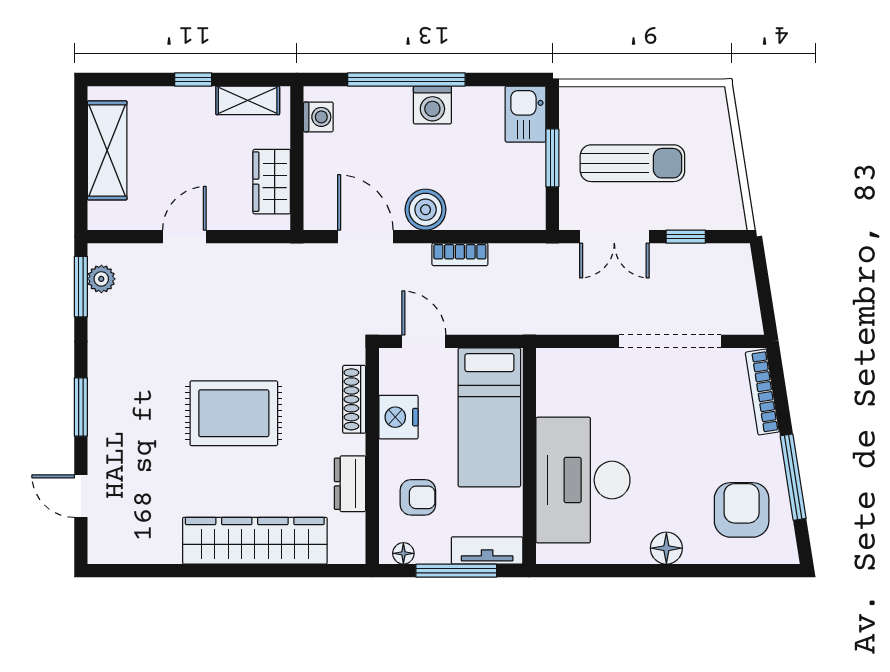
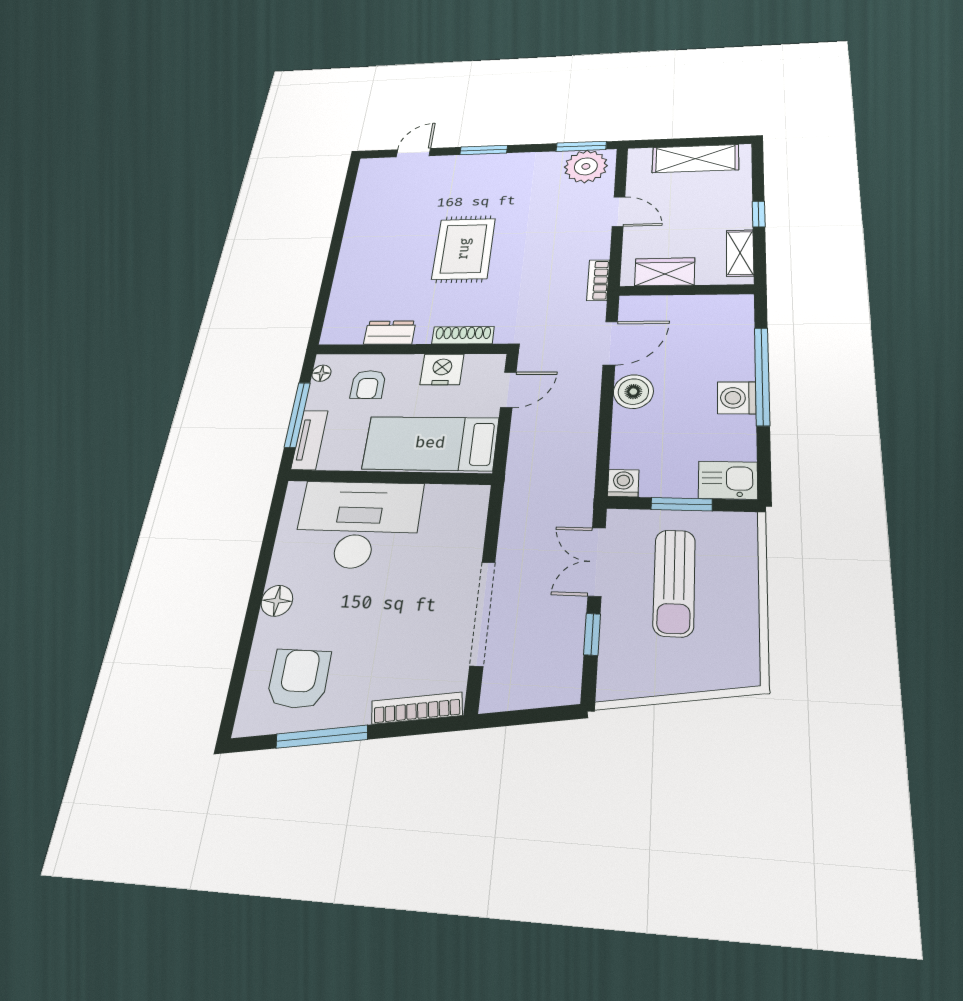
washing machine: (318, 117) -> (623, 483), moved, turned 180
bookcase: (460, 254) -> (598, 280), moved
plant: (101, 279) -> (586, 166), width x1.87, depth x1.87
armchair: (742, 510) -> (299, 679), turned -90
wardrobe: (255, 541) -> (355, 265), removed

